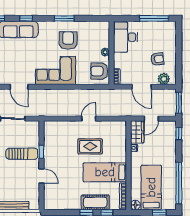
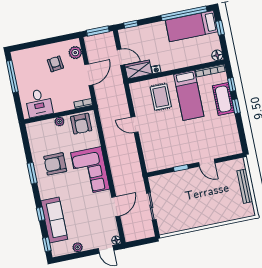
desk: (126, 37) -> (39, 103), width x0.73
rug: (90, 146) -> (161, 97), moved
sun lounger: (22, 154) -> (187, 189), removed
door: (41, 176) -> (207, 163), swing flipped
bed: (151, 187) -> (192, 26), moved

